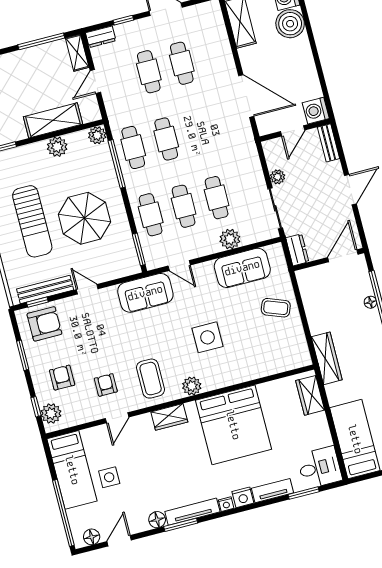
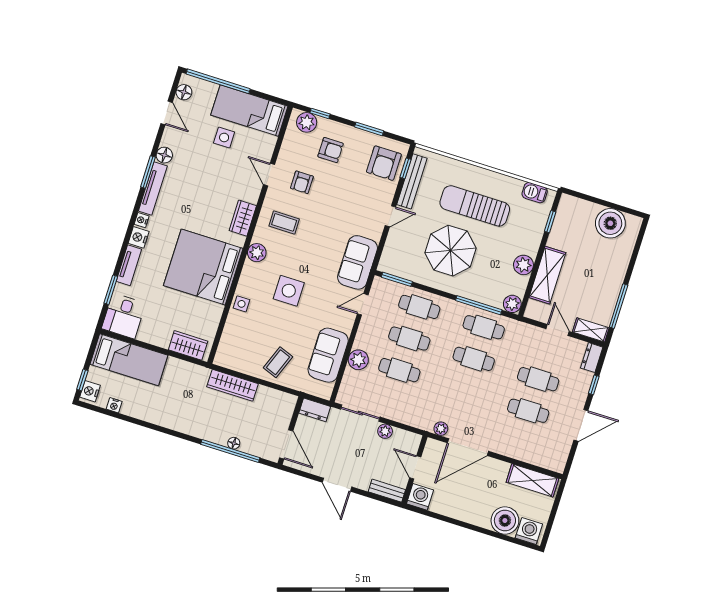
plant: (245, 130) -> (441, 429), added
wardrobe: (327, 358) -> (232, 385), moved
side table: (245, 371) -> (242, 304), added
coffee table: (151, 379) -> (284, 222), width x0.73, depth x0.77
armchair: (106, 385) -> (302, 182), turned 90

